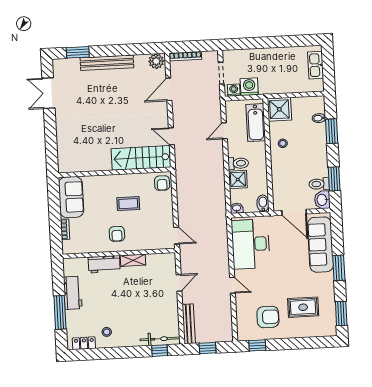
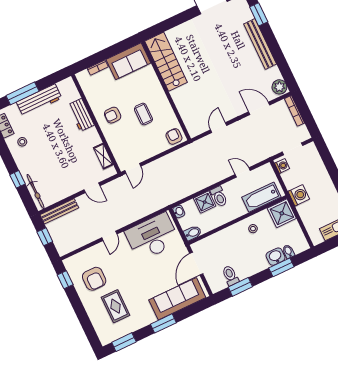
washing machine: (249, 87) -> (299, 195), moved
stairs: (141, 158) -> (166, 62), moved
armchair: (162, 183) -> (174, 136), turned 90
washbasin: (322, 200) -> (276, 257), moved
shelving: (133, 260) -> (103, 156), moved
workbench: (73, 293) -> (39, 100), width x1.37
window: (160, 351) -> (17, 179), moved

